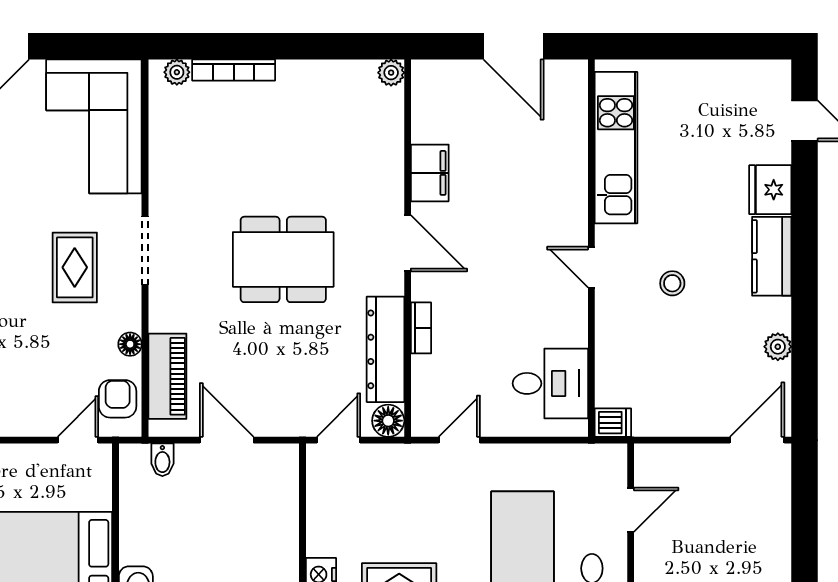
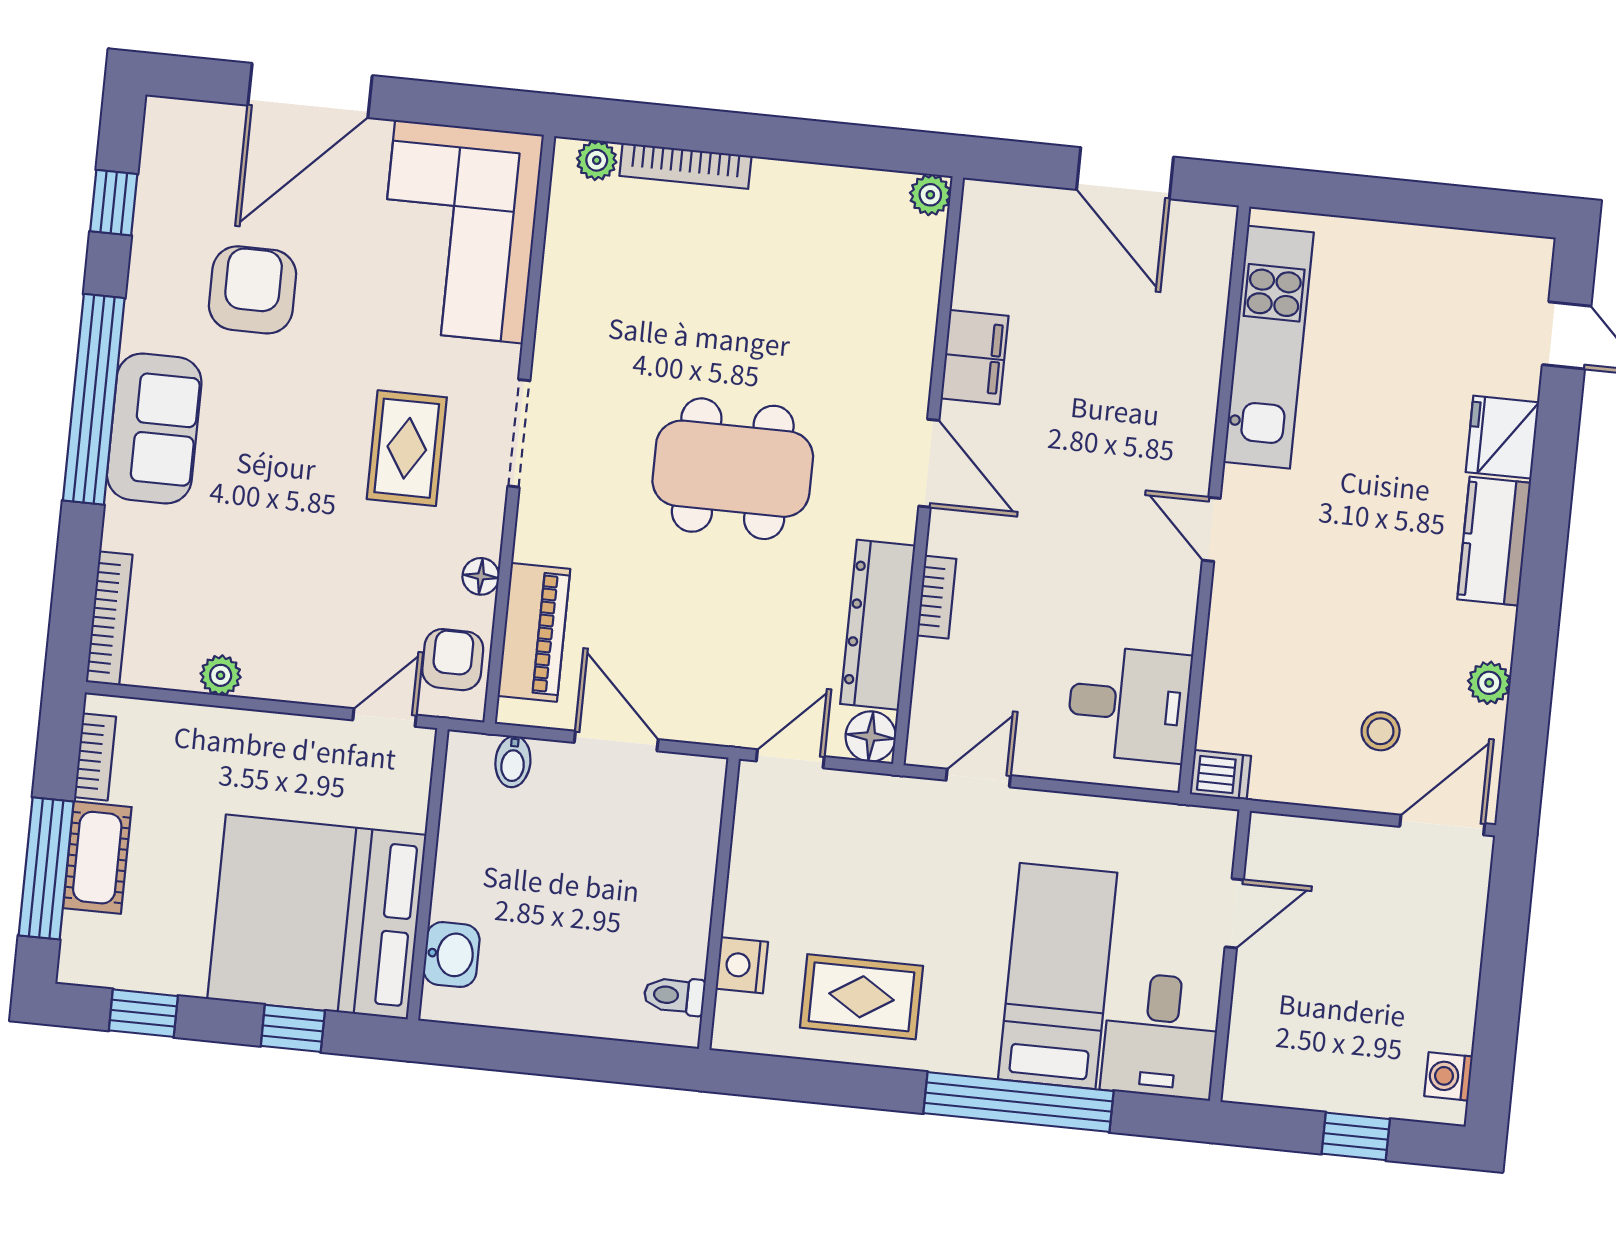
stool: (672, 283) -> (1381, 731), moved

